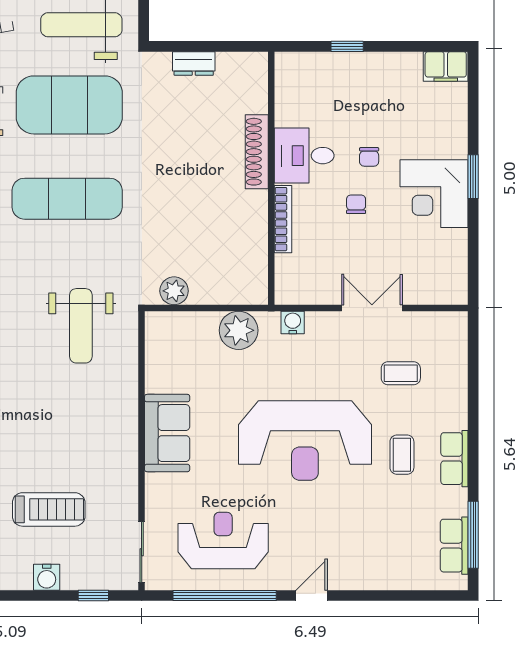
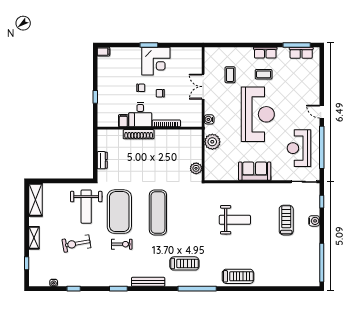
filing cabinet: (446, 66) -> (103, 52), width x0.50
filing cabinet: (289, 115) -> (123, 121), added
weight bench: (81, 326) -> (235, 220), moved

